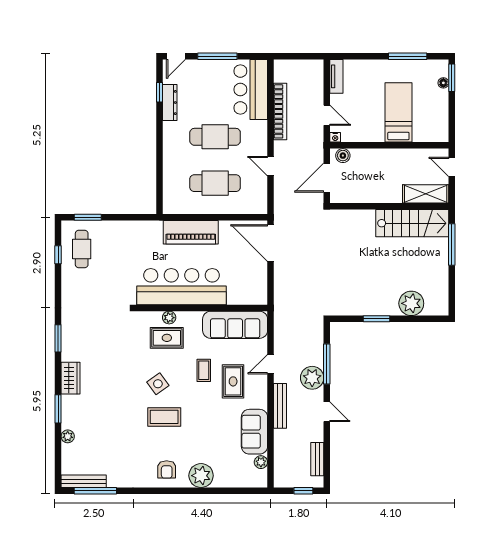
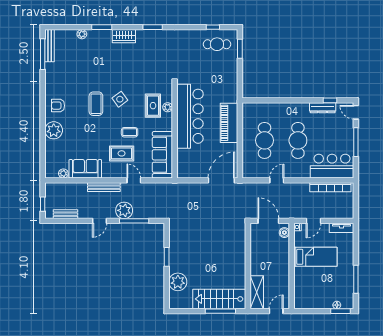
bookcase: (280, 111) -> (330, 187), moved
bed: (398, 112) -> (315, 257), moved
stairs: (412, 223) -> (219, 299), moved, turned 90

